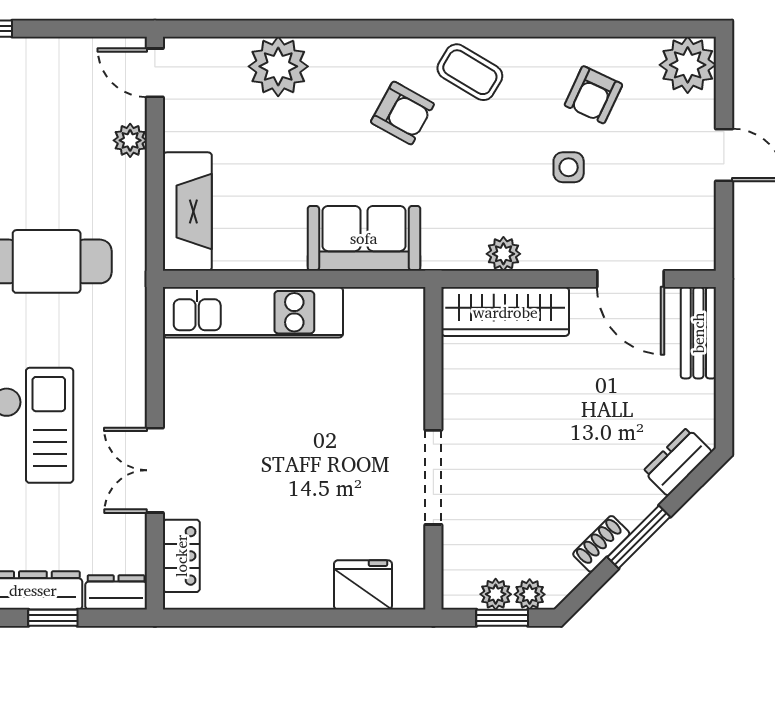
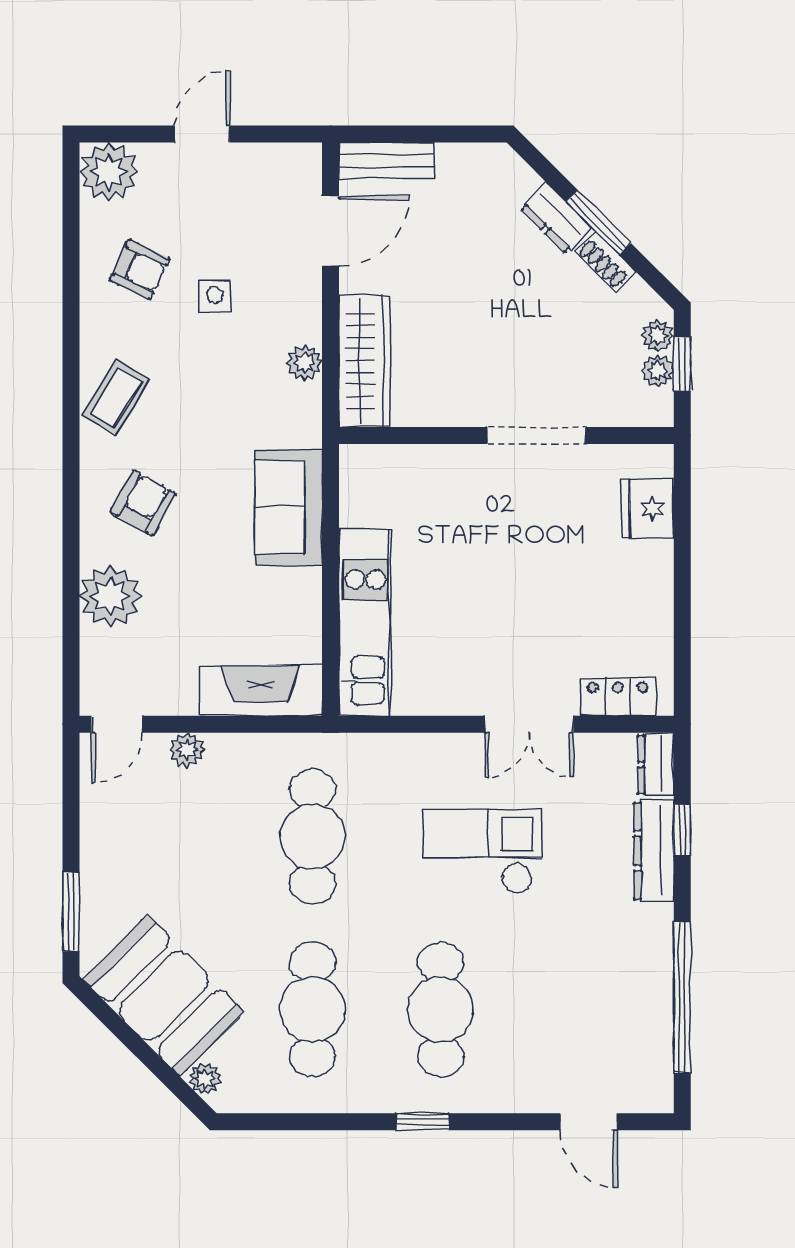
armchair: (402, 113) -> (143, 503), moved
dresser: (677, 462) -> (556, 218), moved

